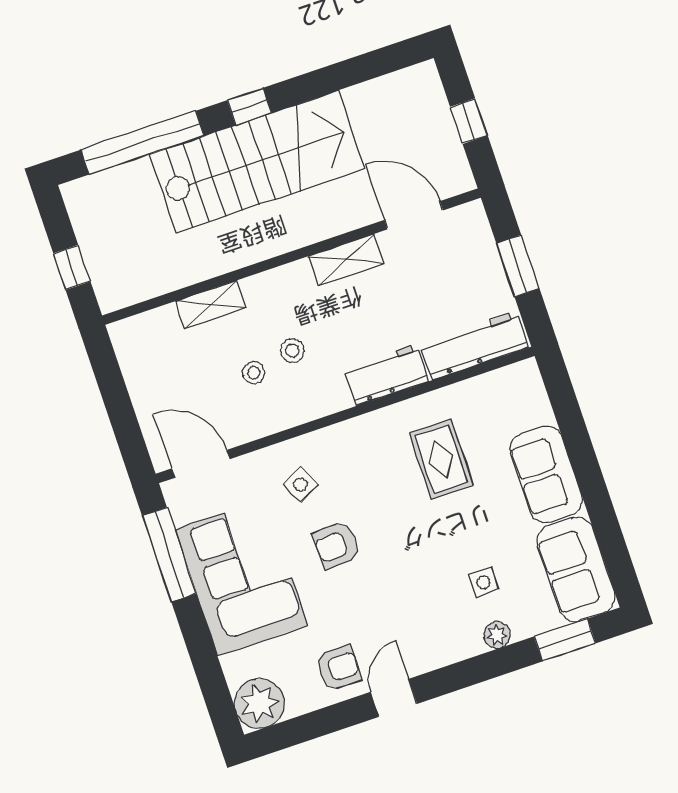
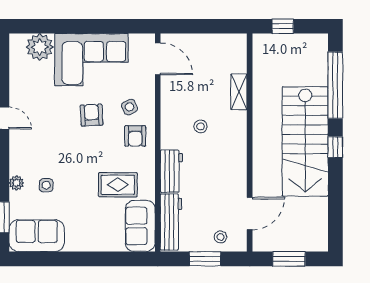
window: (469, 121) -> (289, 259), width x1.50
shelving: (346, 260) -> (238, 170), removed
stool: (254, 373) -> (220, 237), moved
door: (201, 464) -> (158, 59), hinge flipped
sofa: (546, 474) -> (140, 226), moved, turned -90
window: (169, 555) -> (116, 26), removed
armchair: (338, 668) -> (135, 136), moved
plant: (259, 703) -> (40, 47), moved

